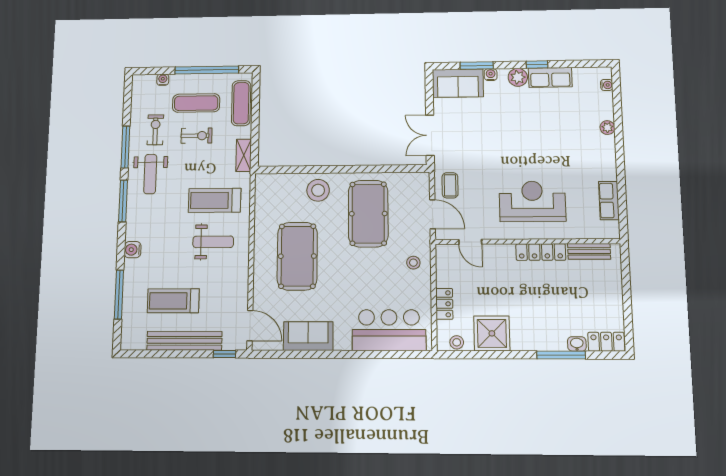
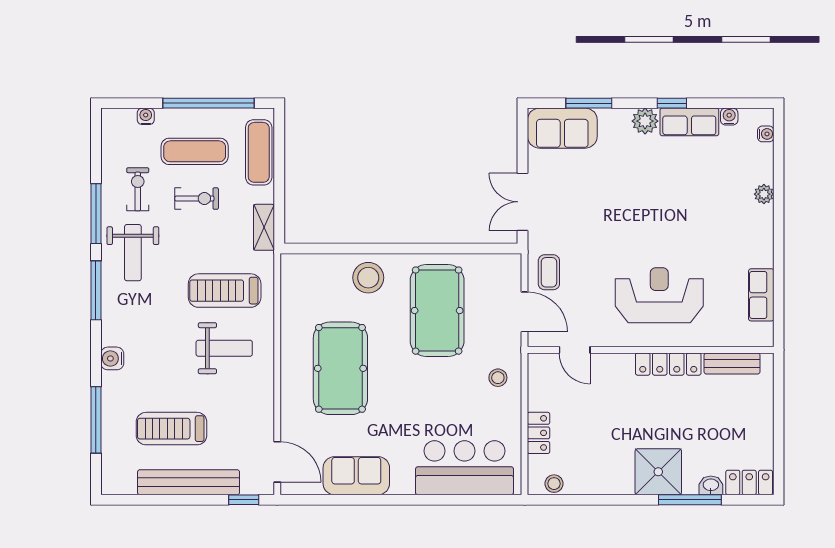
water cooler: (491, 75) -> (729, 117), moved
shower: (492, 333) -> (658, 472), moved

